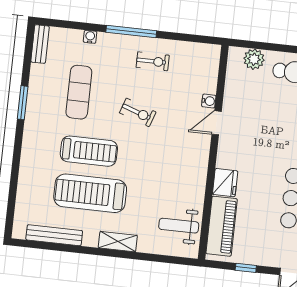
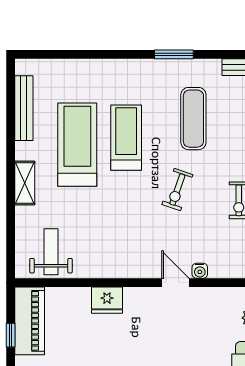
exercise mat: (79, 92) -> (193, 119), turned 90
treadmill: (89, 151) -> (126, 138), turned 180
piano: (222, 226) -> (30, 321), moved, turned -90

